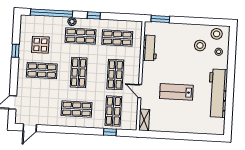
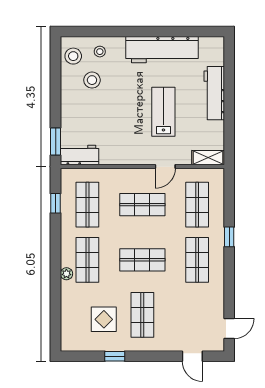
window: (52, 13) -> (56, 305), removed
window: (94, 15) -> (56, 203), moved
workbench: (150, 48) -> (80, 155), moved
lab bench: (176, 92) -> (163, 112), turned 180
shop shelf: (113, 111) -> (197, 205), turned 90
workbench: (187, 126) -> (214, 93), added
door: (30, 128) -> (229, 329), hinge flipped
window: (110, 132) -> (229, 237), moved

